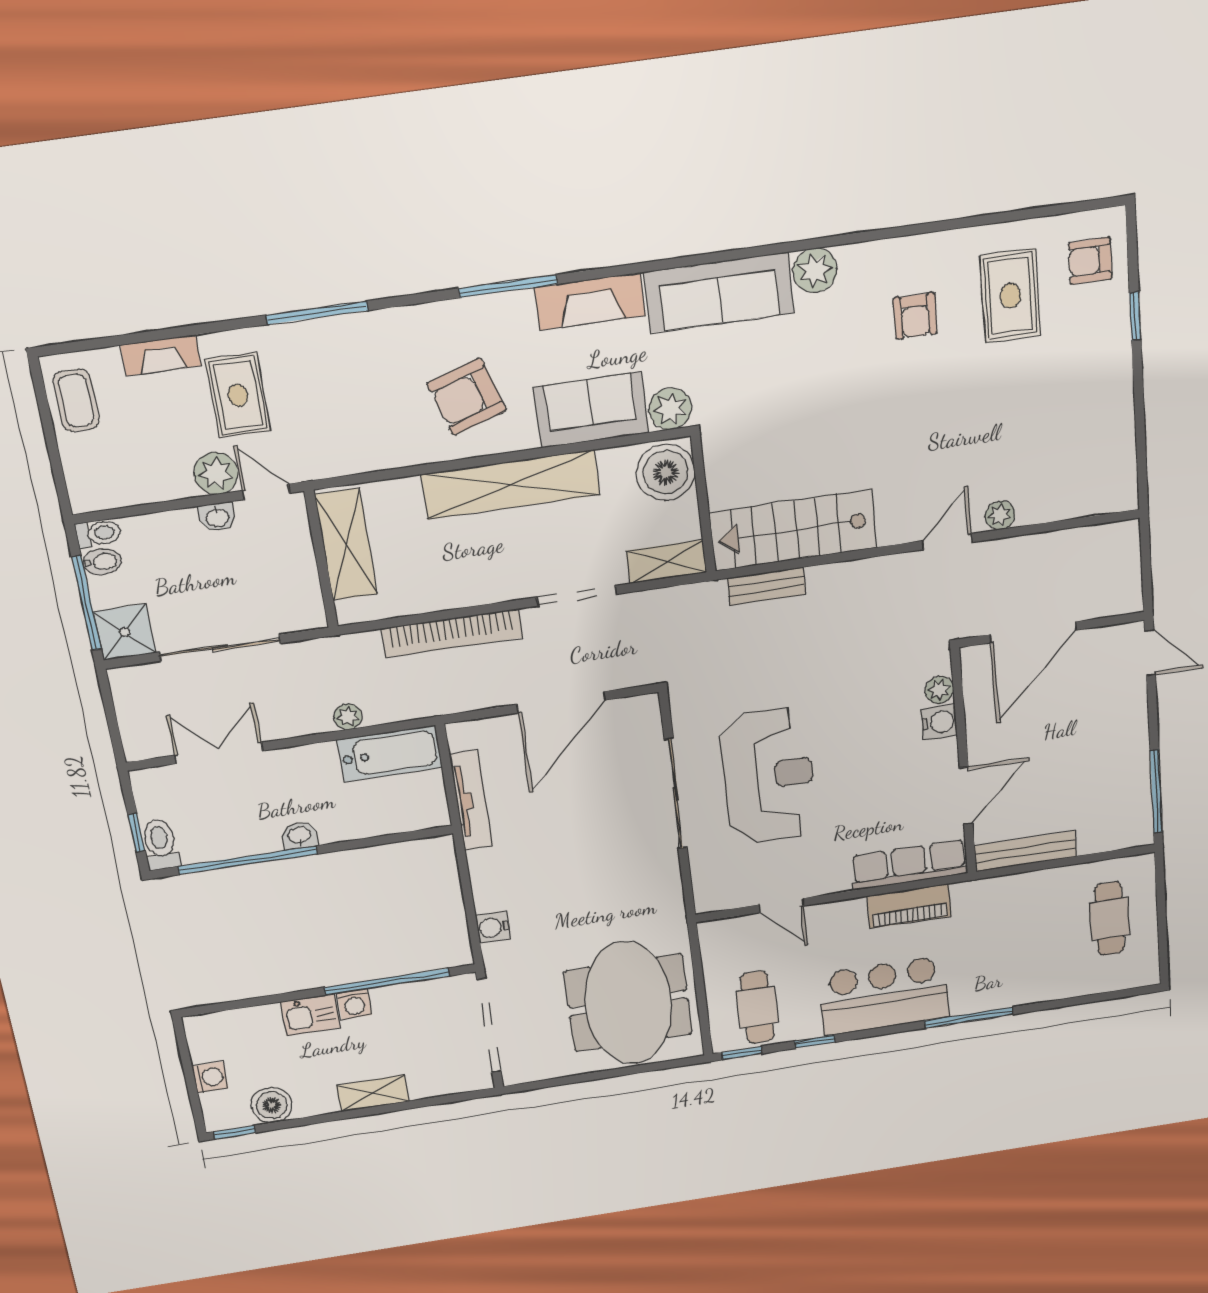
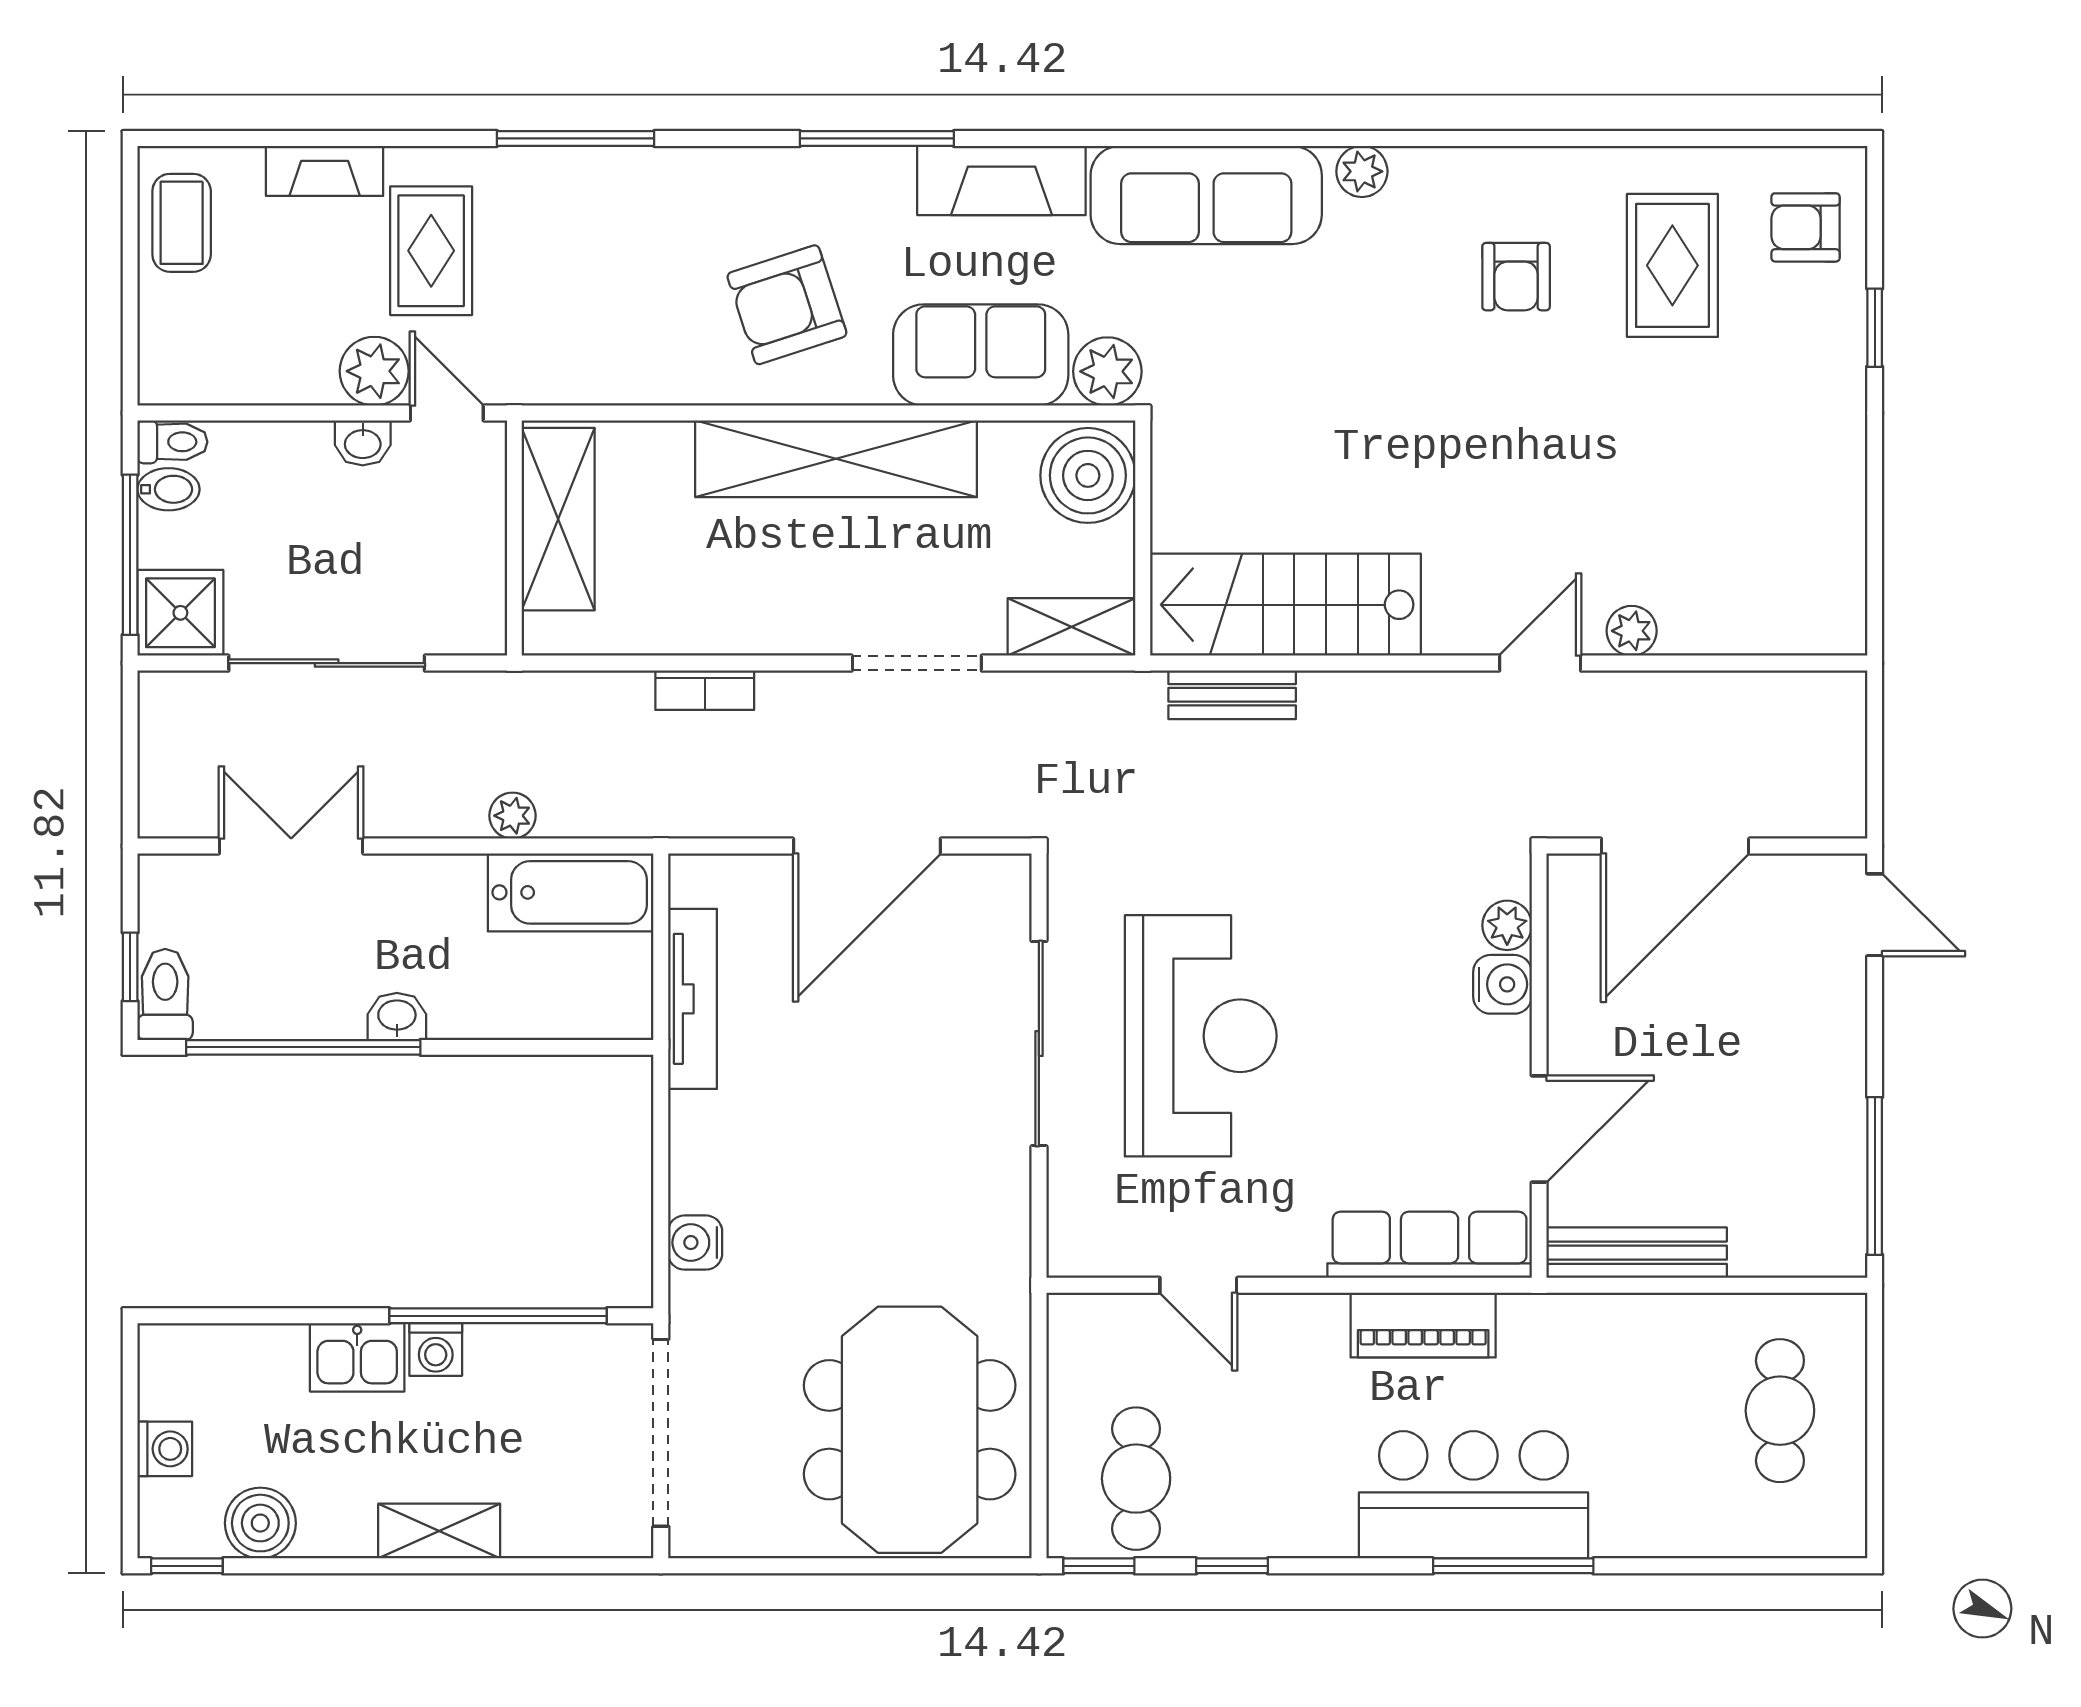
plant: (815, 270) -> (1362, 171), width x0.73, depth x0.73
bookcase: (452, 633) -> (705, 690), width x0.43, depth x0.76
bar counter: (884, 996) -> (1473, 1495), moved

